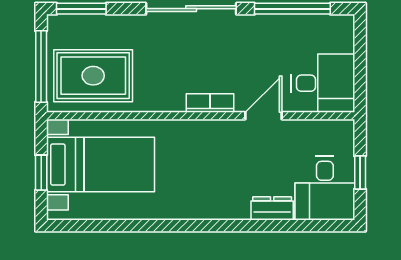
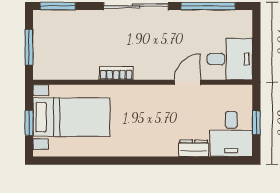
window: (41, 66) -> (29, 47), width x0.69
rug: (93, 76) -> (66, 54), removed
bookcase: (210, 103) -> (116, 73), moved

